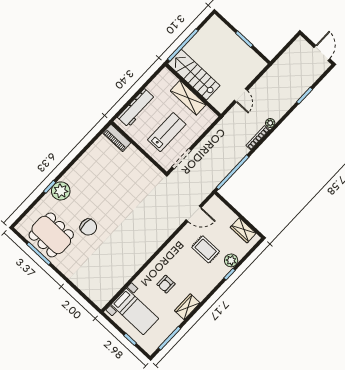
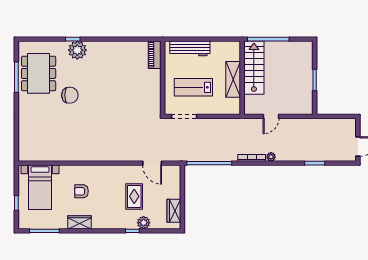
lab bench: (167, 132) -> (193, 87), turned 180
chair: (88, 227) -> (70, 95), turned -90

